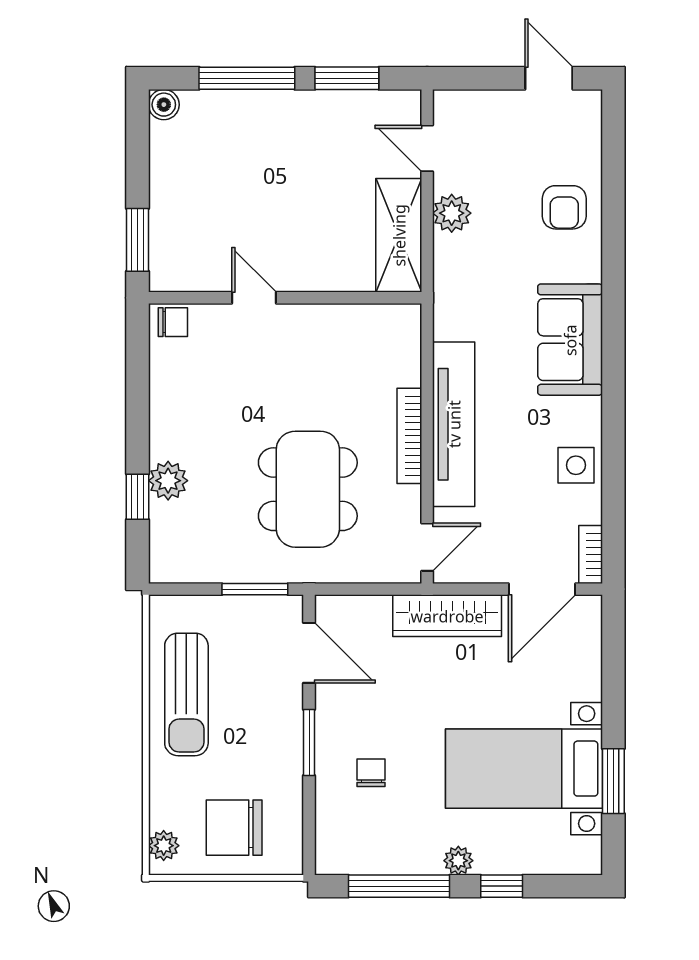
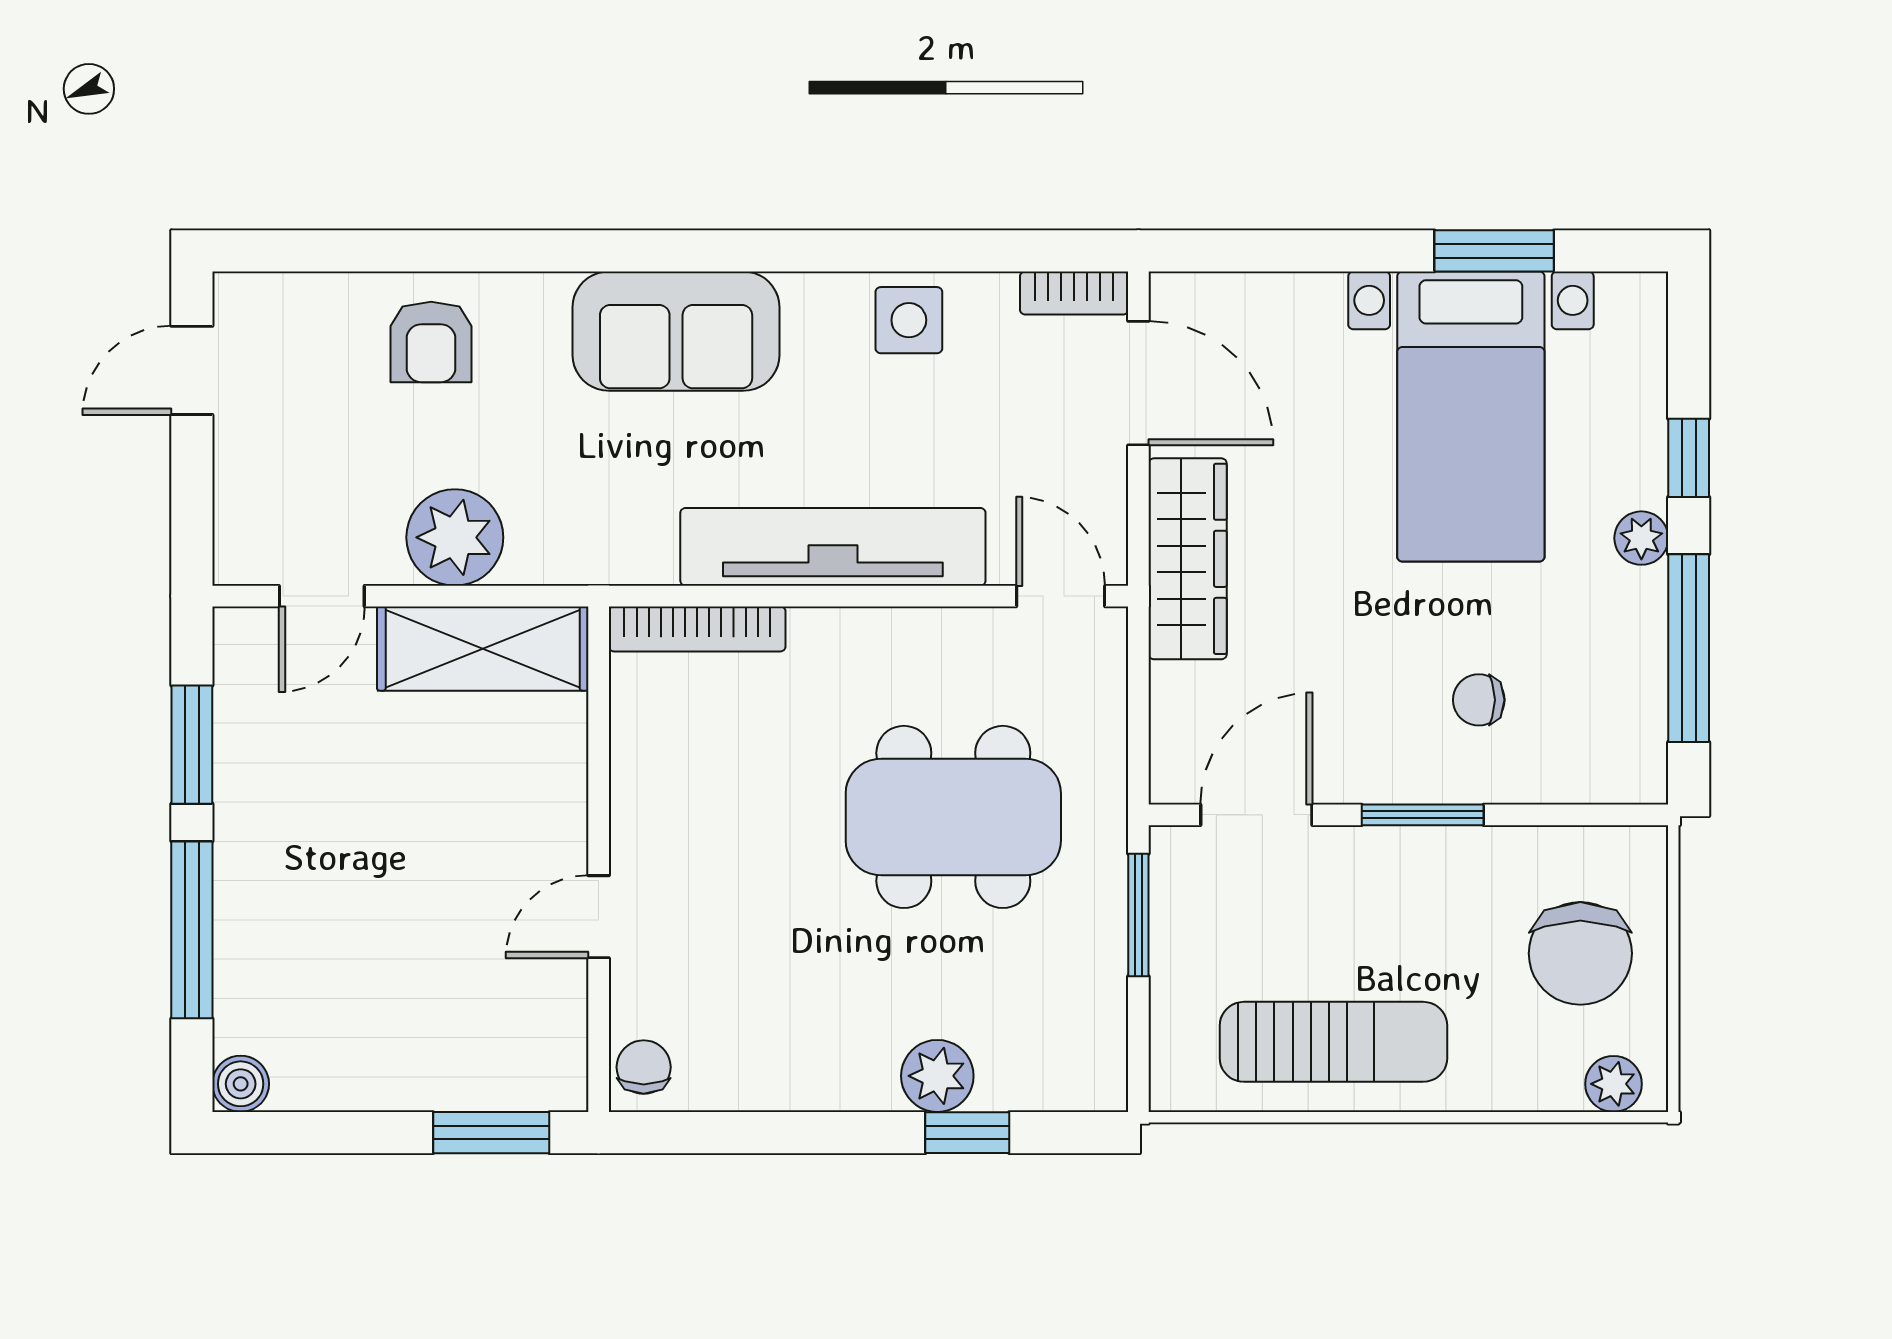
armchair: (564, 207) -> (431, 342), turned 90
plant: (452, 213) -> (455, 537), width x1.36, depth x1.36
bookcase: (409, 436) -> (697, 629), moved

